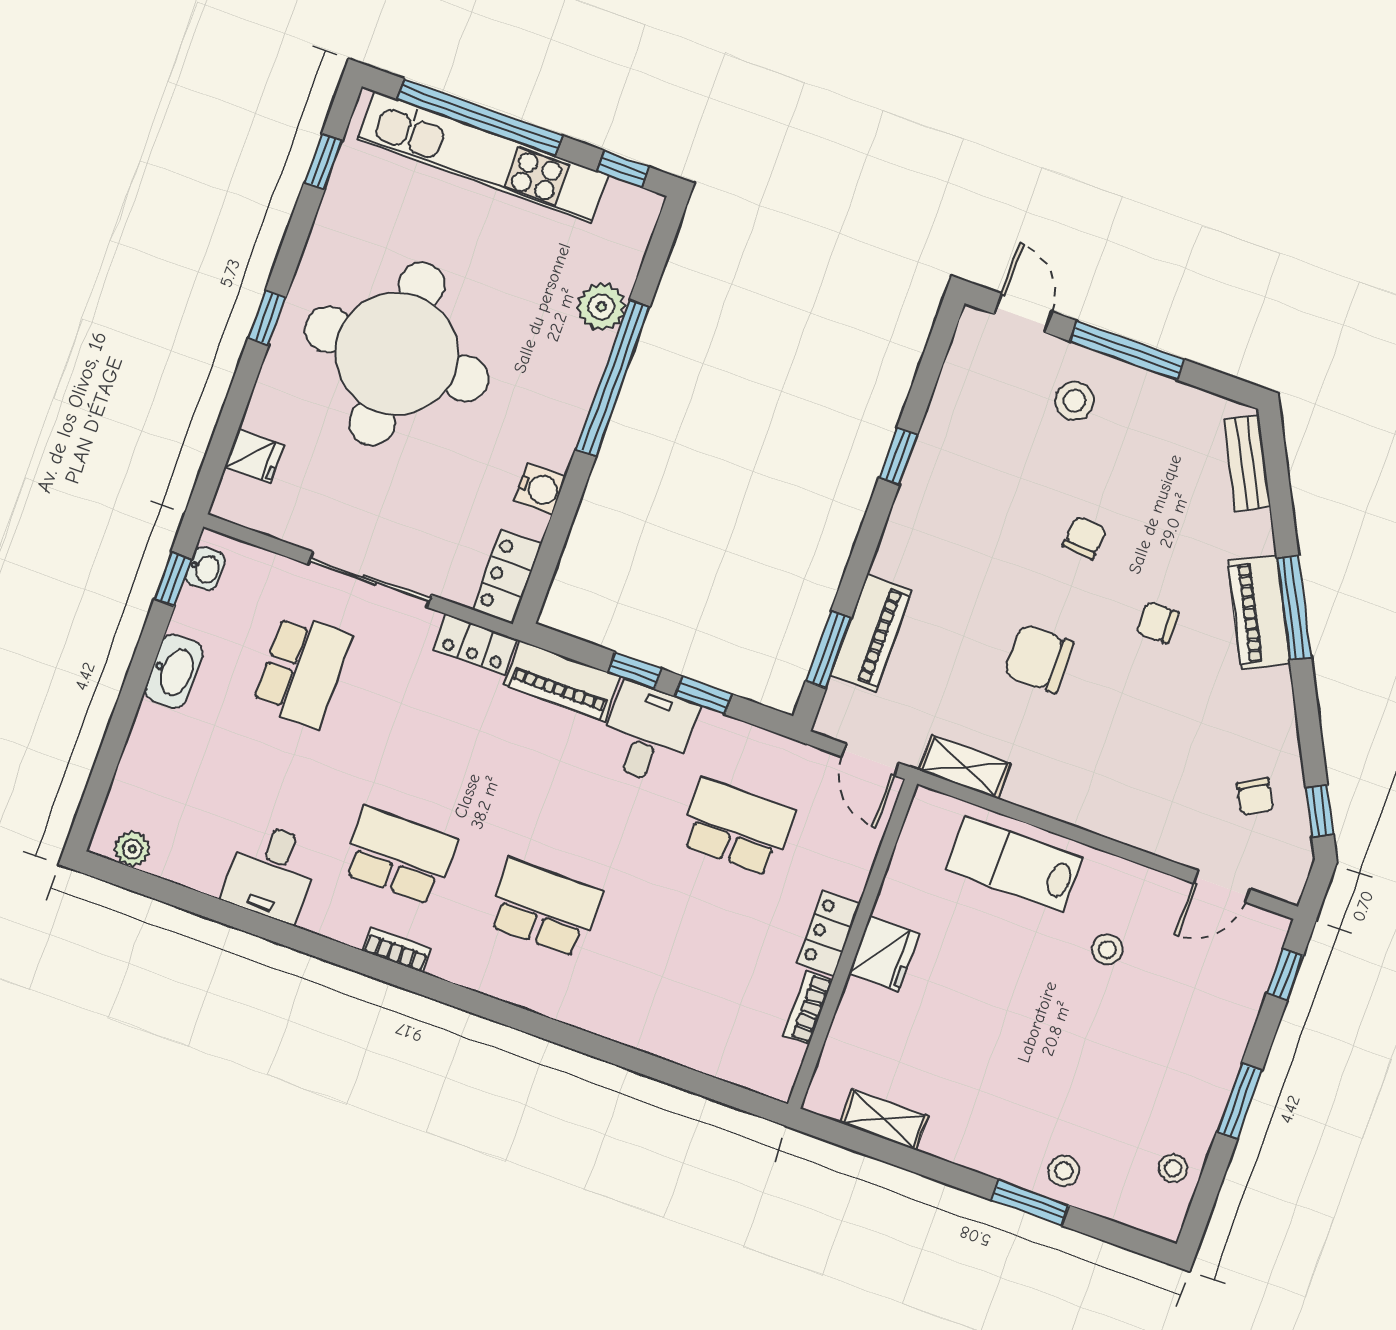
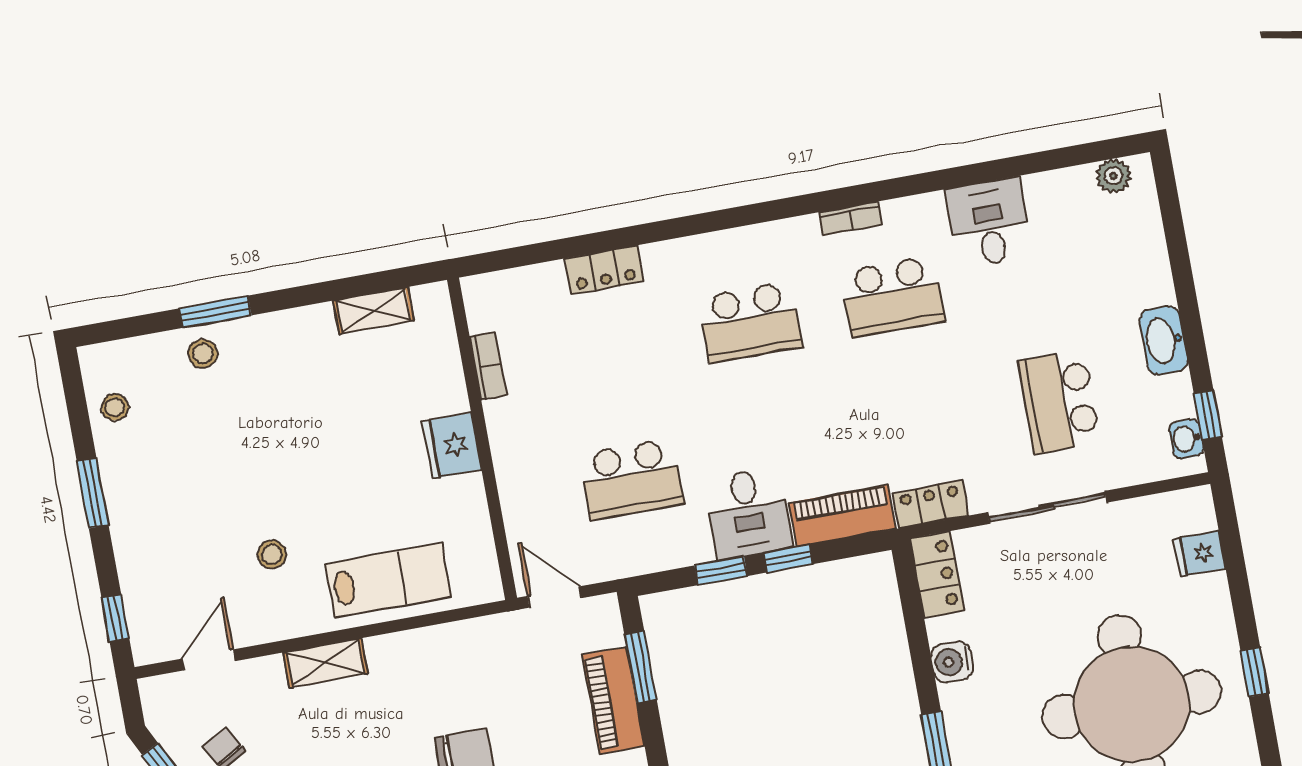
shelving: (965, 767) -> (326, 663), moved
locker: (829, 933) -> (604, 270), moved, turned 90

